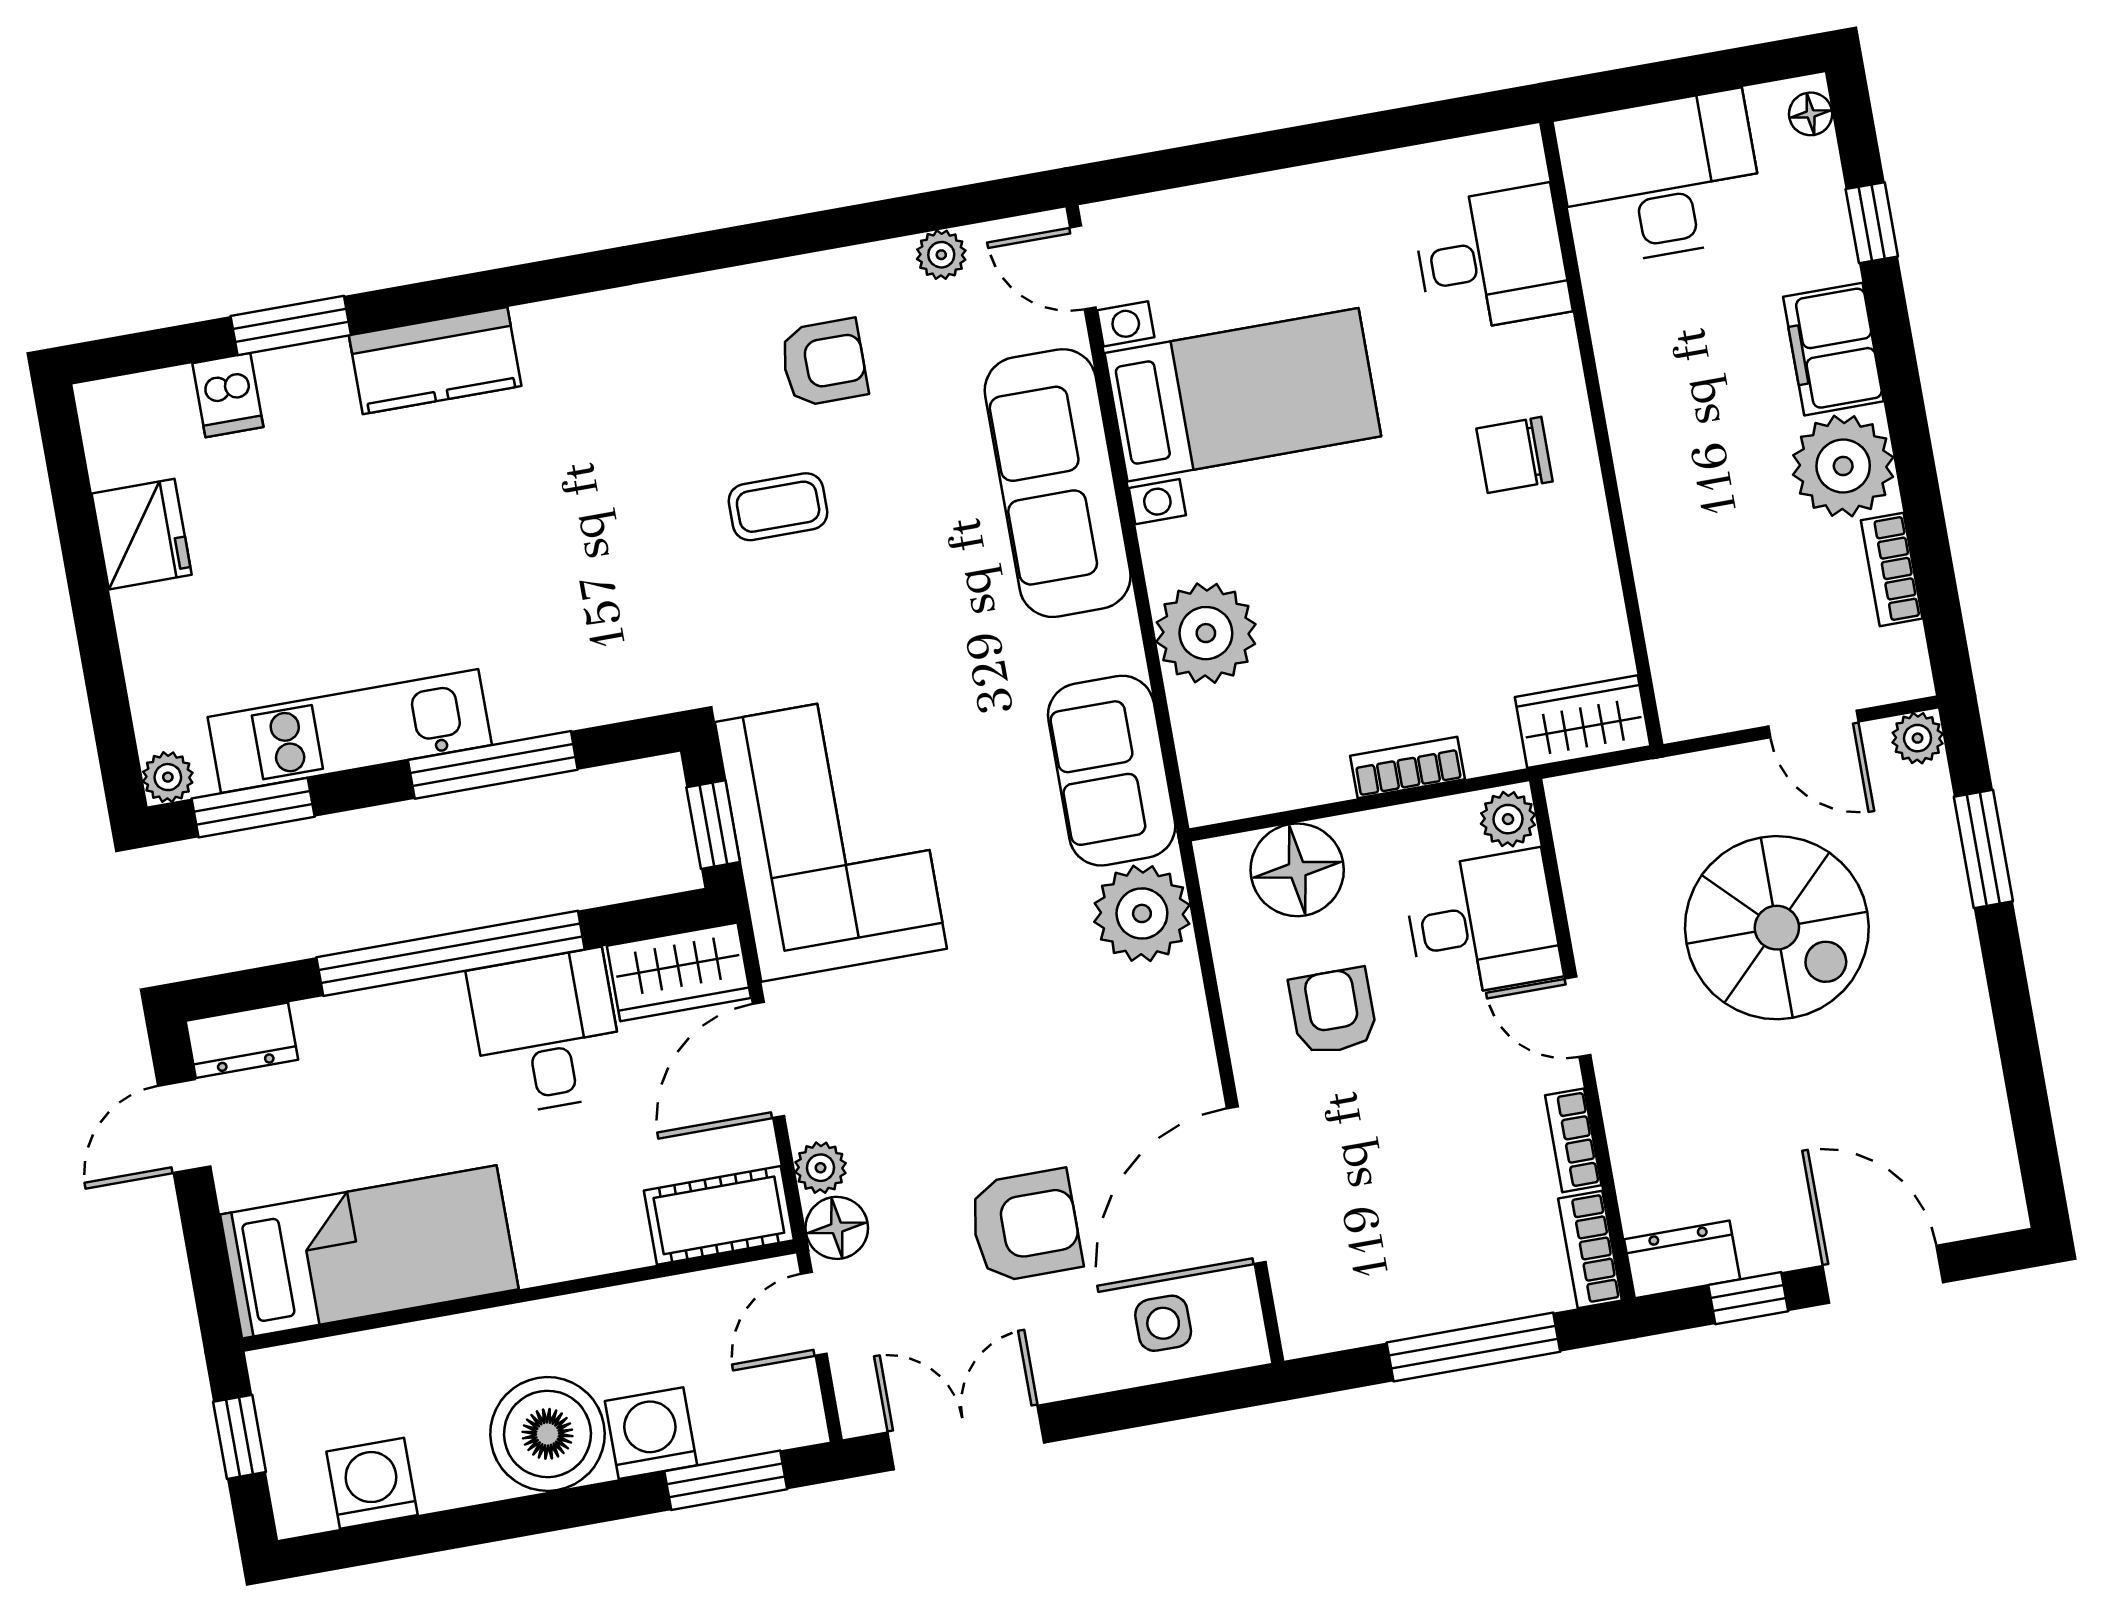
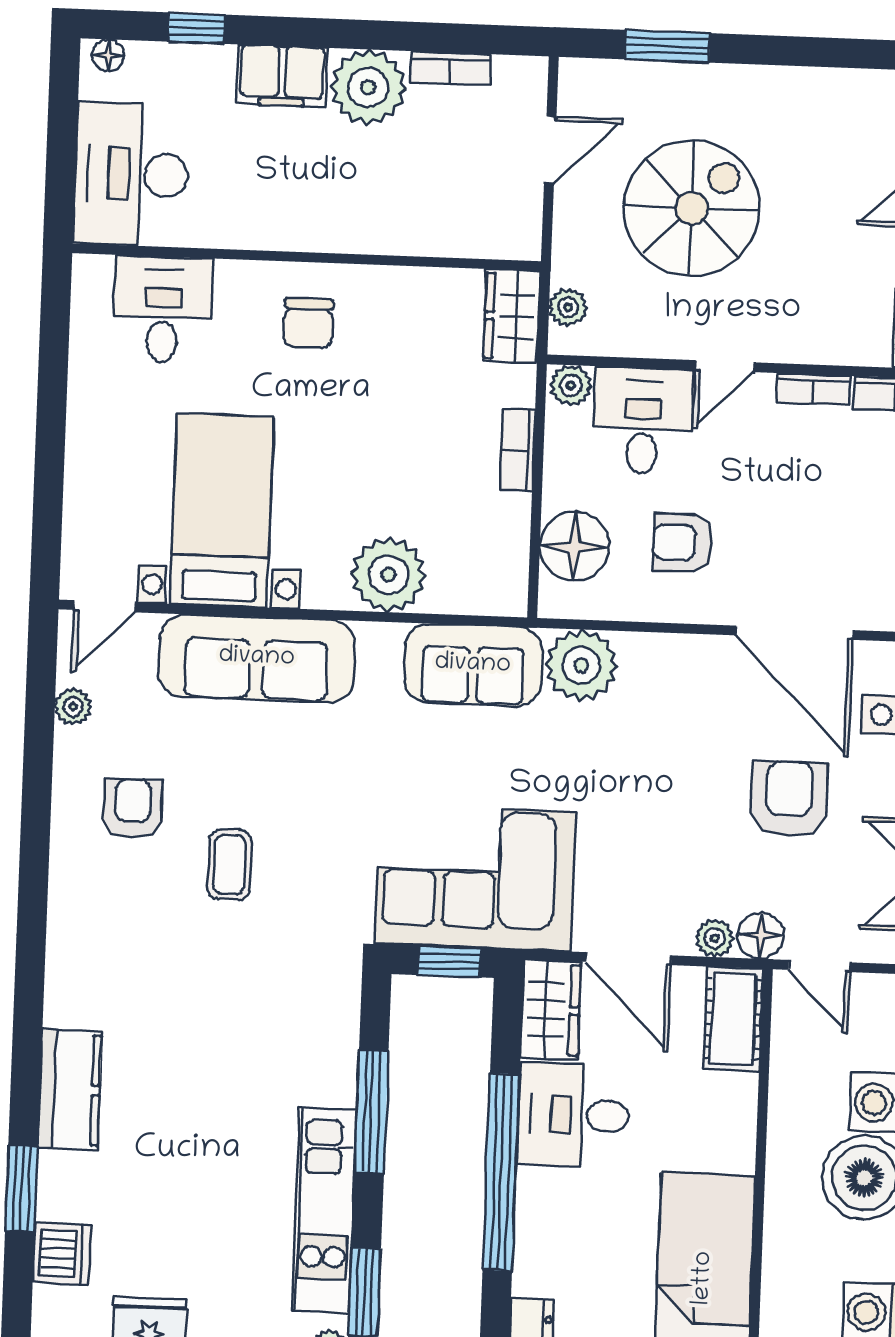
dishwasher: (228, 395) -> (62, 1253), width x1.38
plant: (1918, 738) -> (568, 307), moved

